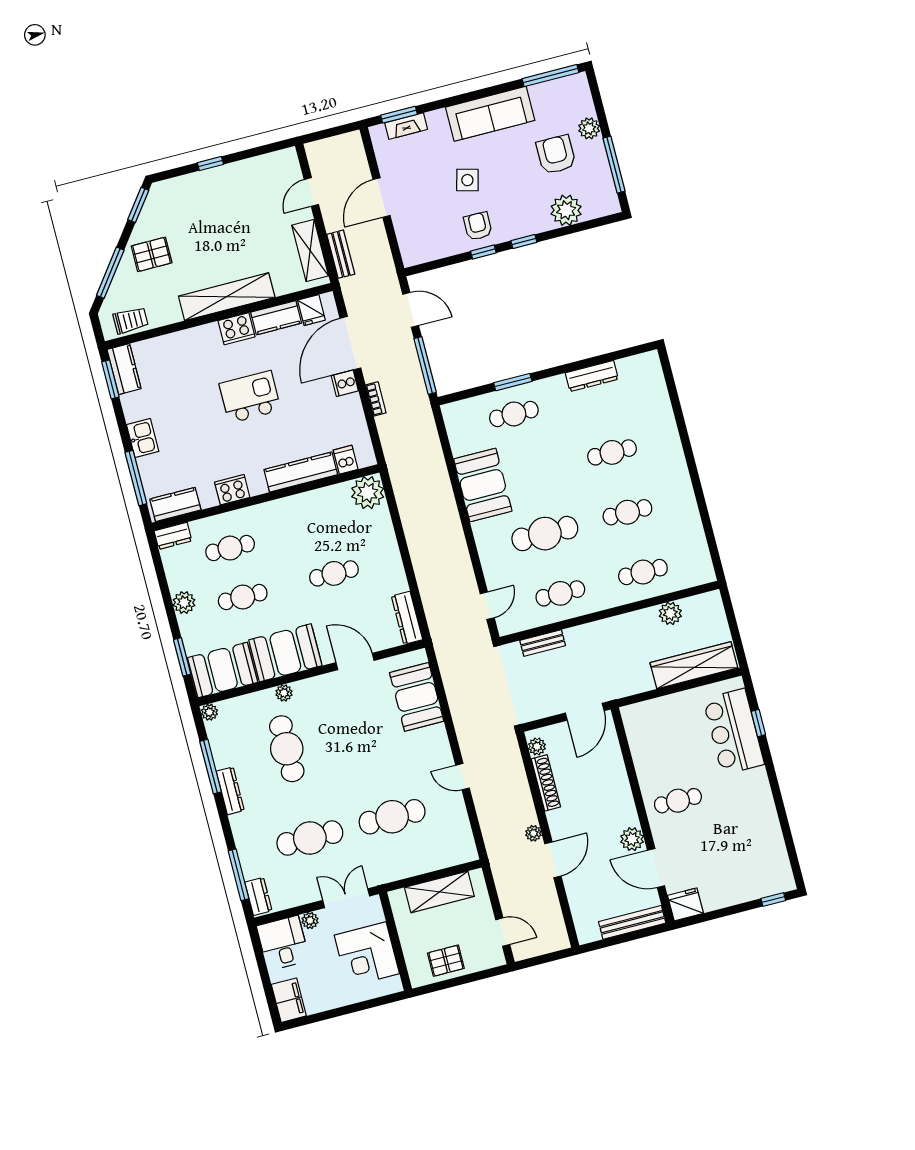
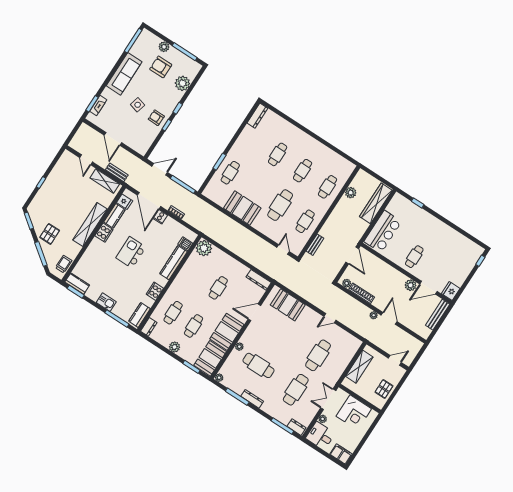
dresser: (592, 376) -> (257, 116), moved
bar counter: (734, 732) -> (383, 232), moved, turned -90

